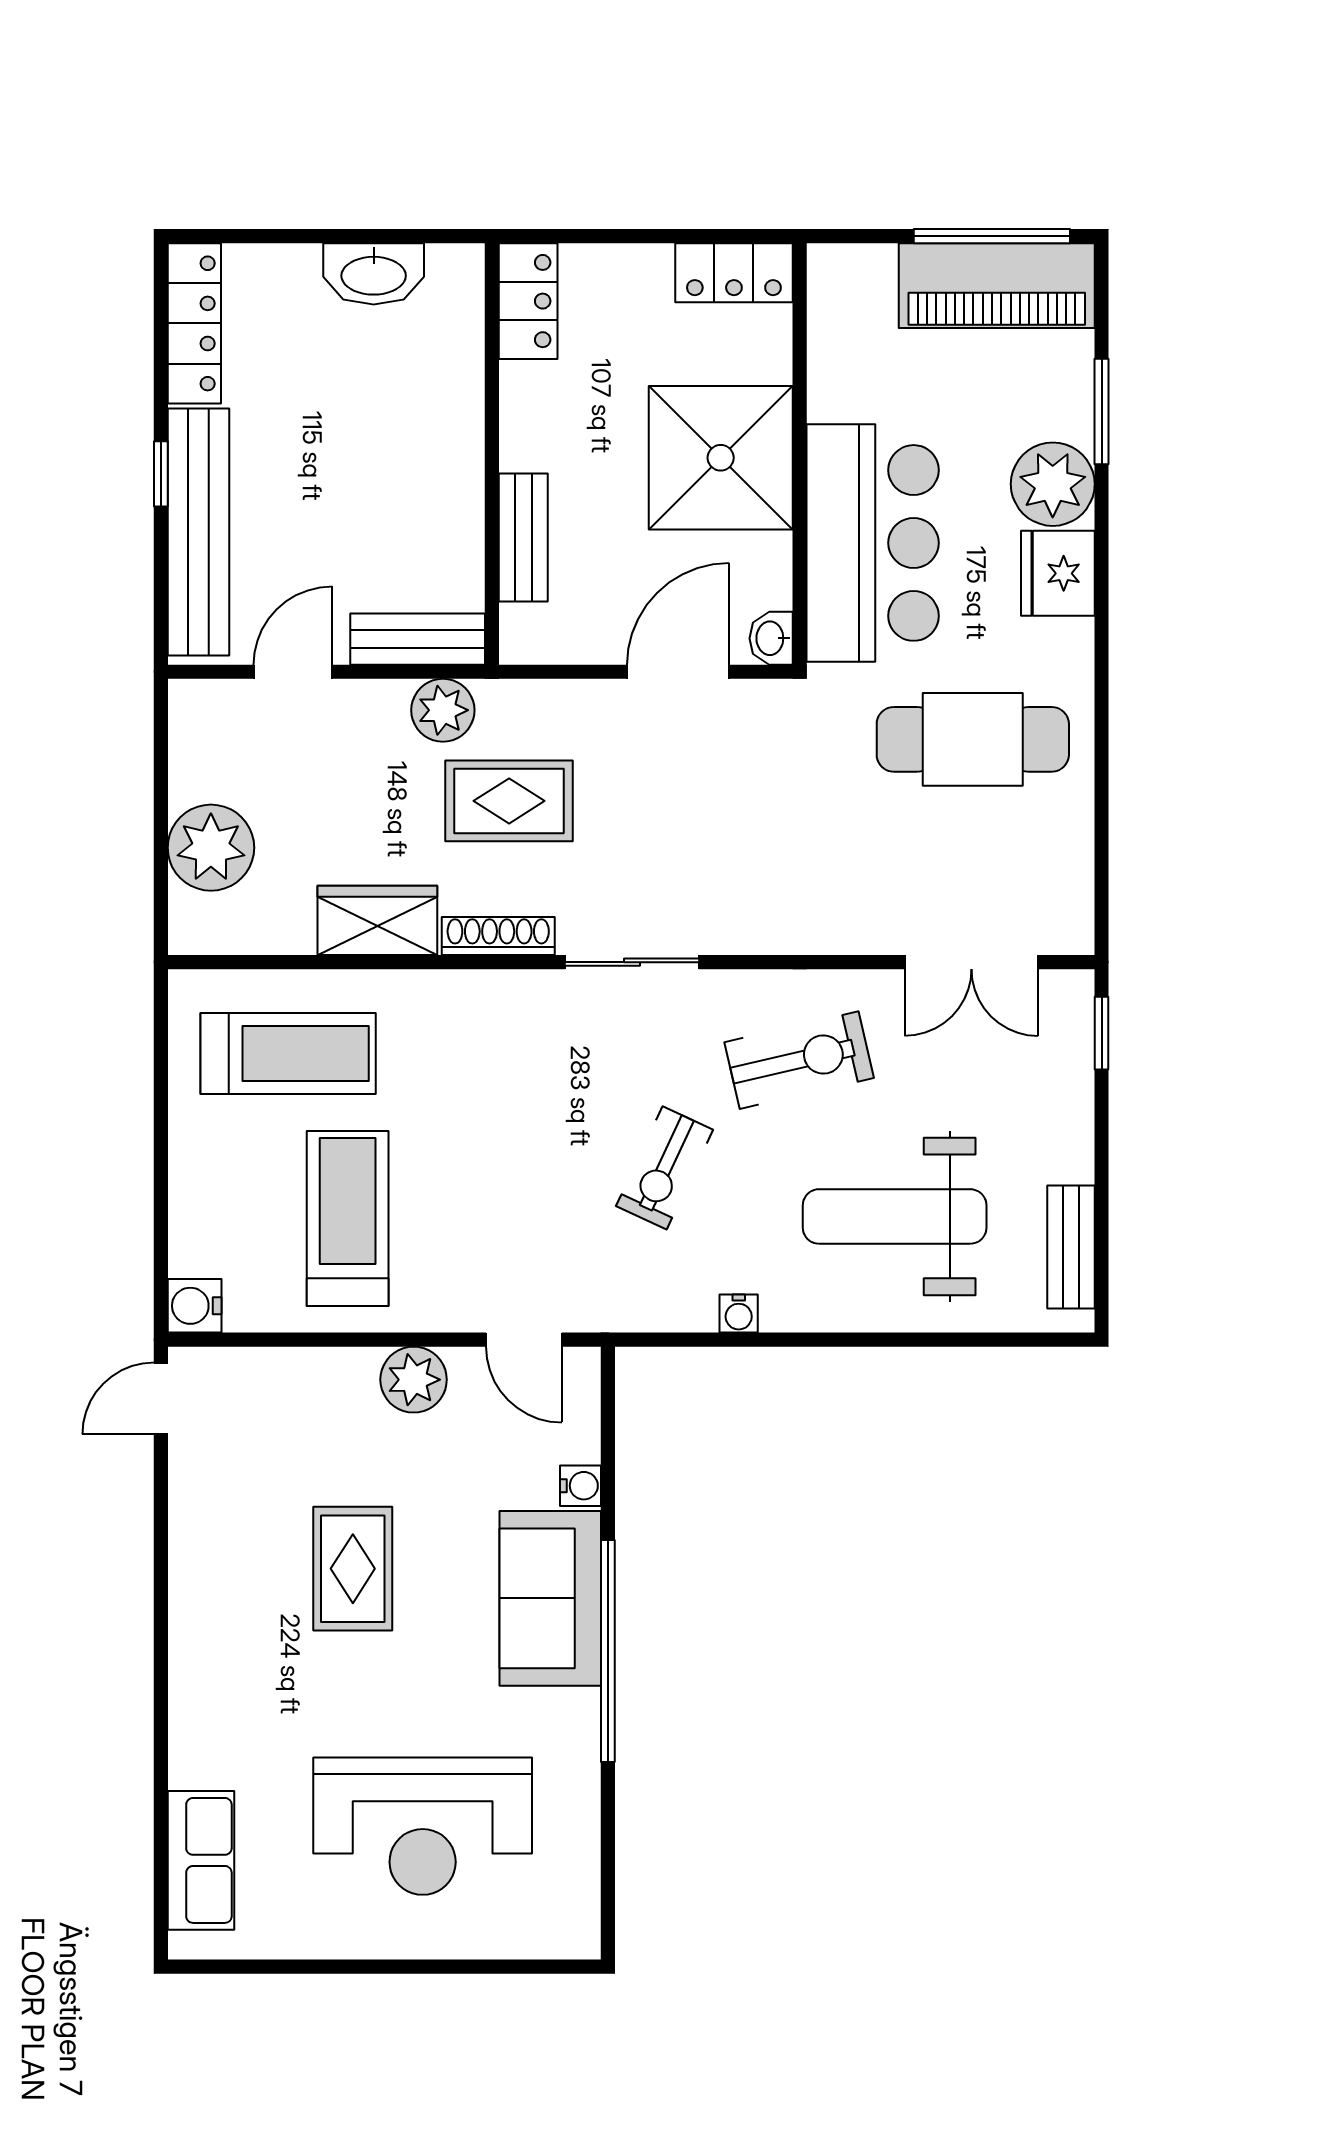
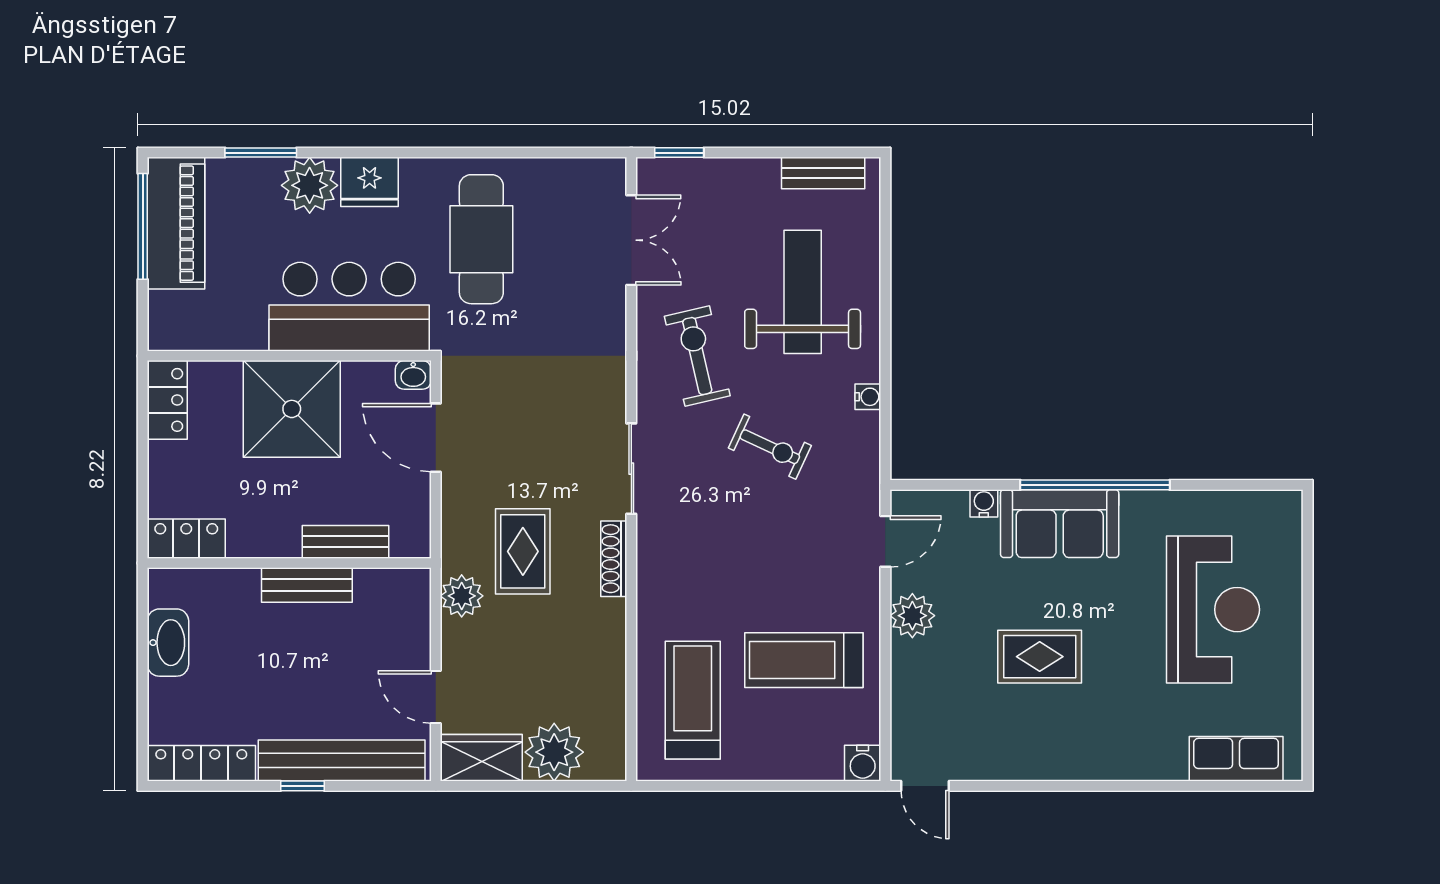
bench: (418, 639) -> (307, 585), moved, turned 90
wardrobe: (377, 920) -> (482, 758), moved, turned 90
weight bench: (895, 1216) -> (803, 292), turned 180

